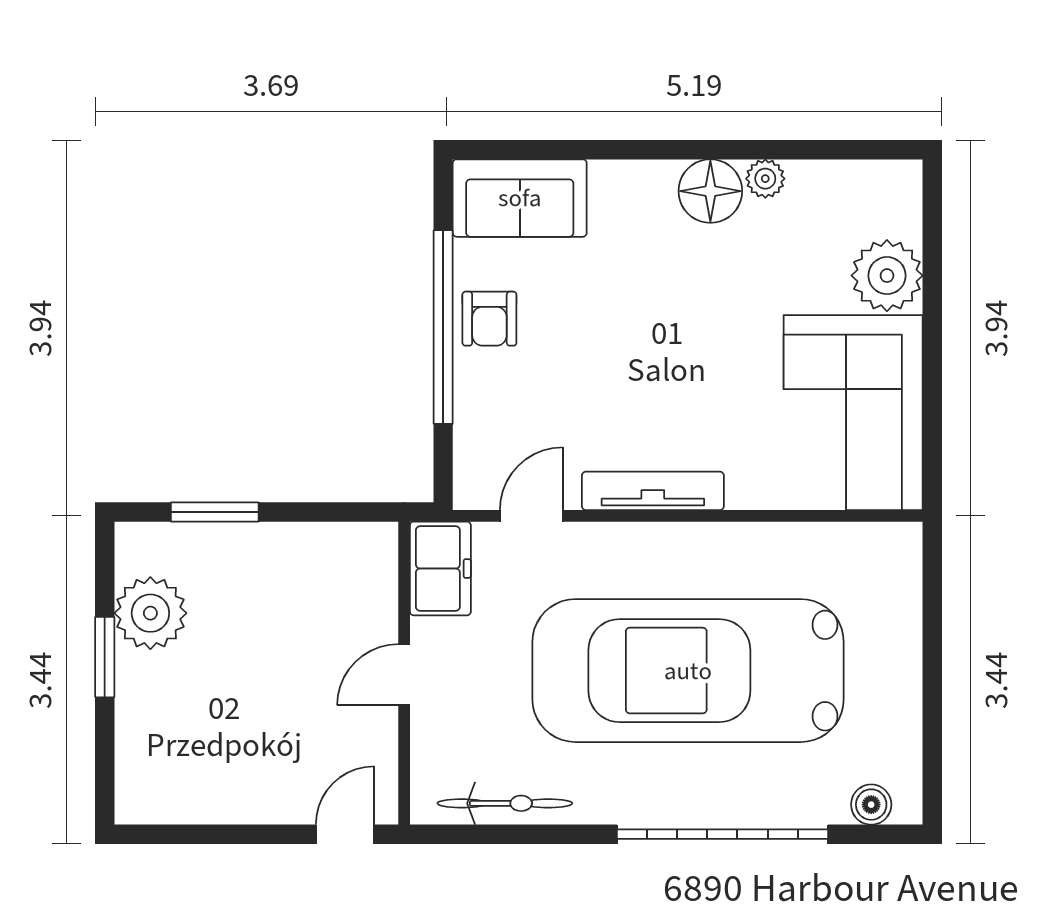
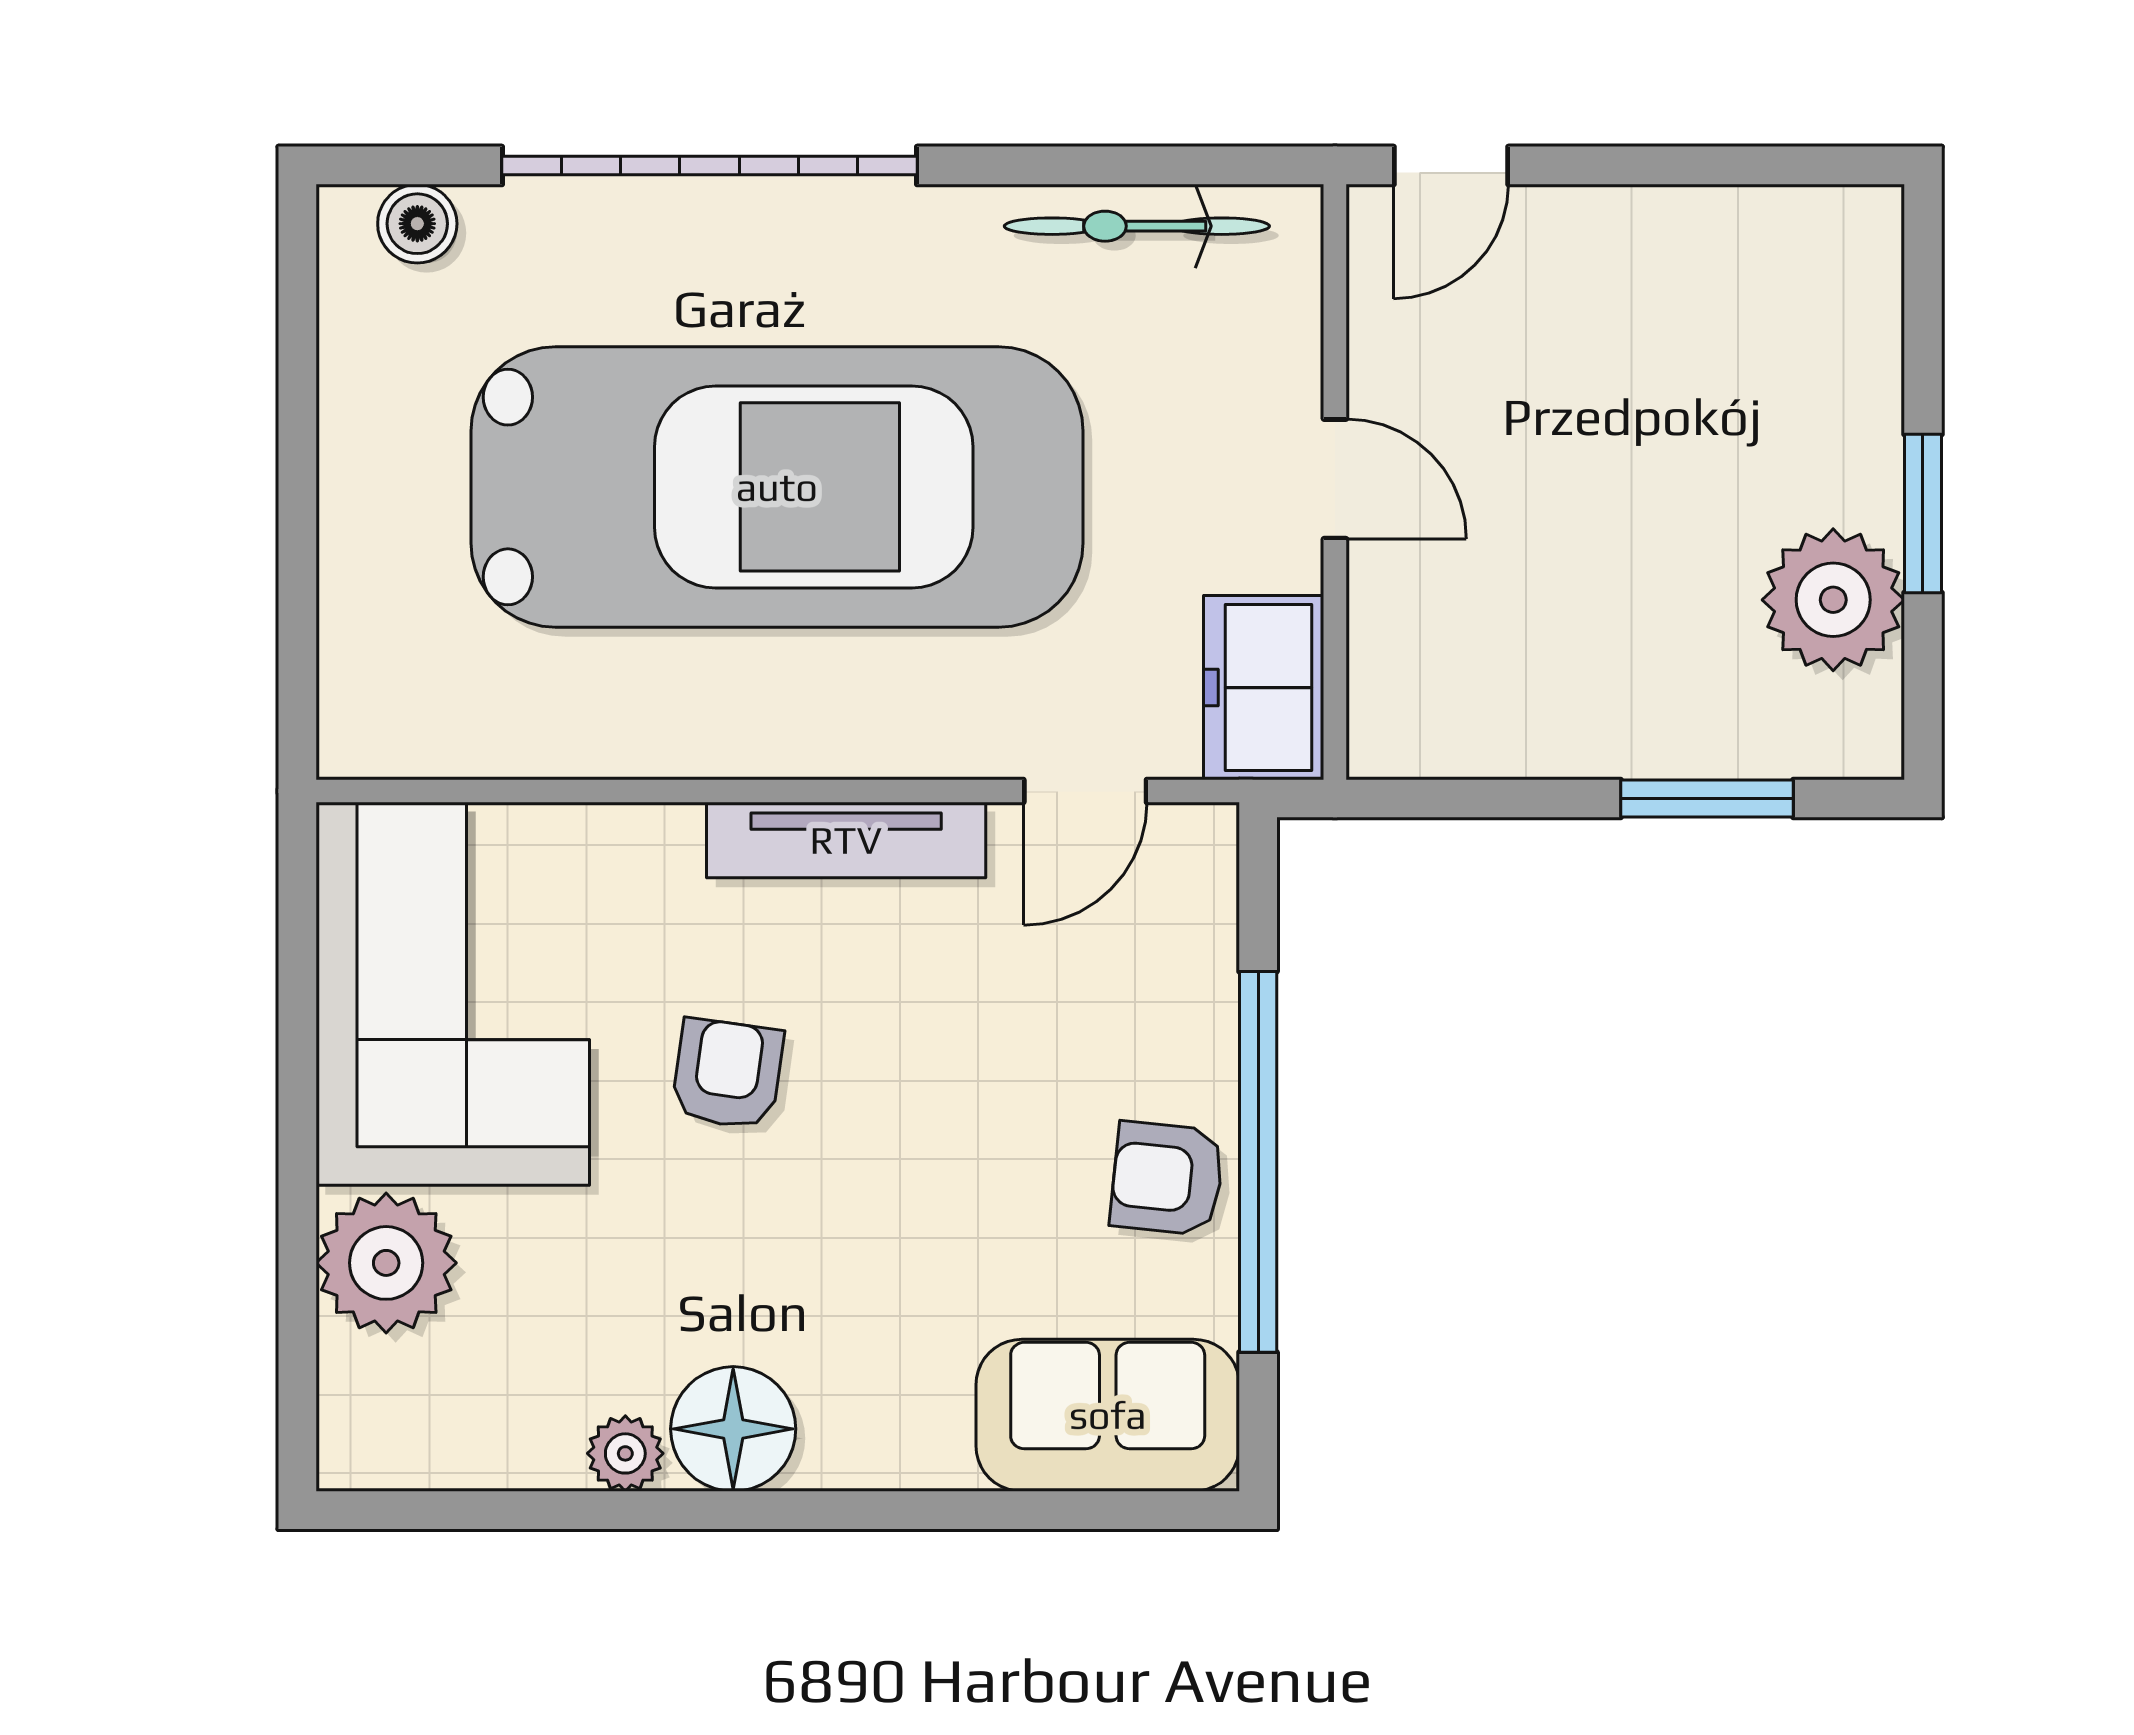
armchair: (489, 319) -> (1167, 1178), turned -84
armchair: (713, 372) -> (728, 1074), added
door: (404, 675) -> (1335, 479), hinge flipped

